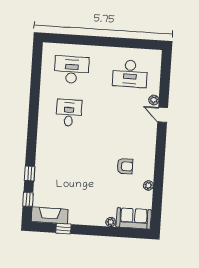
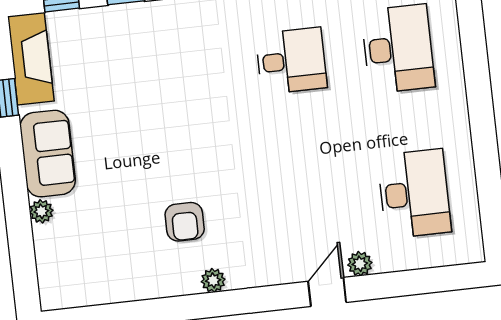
desk: (130, 74) -> (414, 194), turned 180
plant: (148, 186) -> (213, 280), moved
sofa: (134, 218) -> (48, 154), moved

